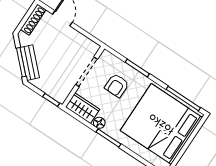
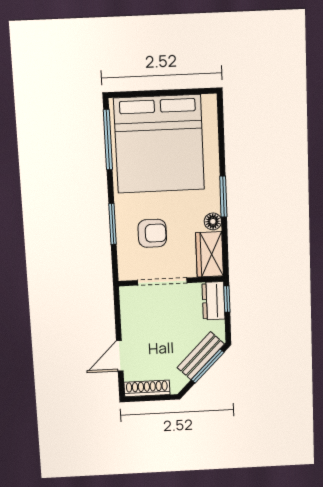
dresser: (55, 92) -> (213, 301), added

